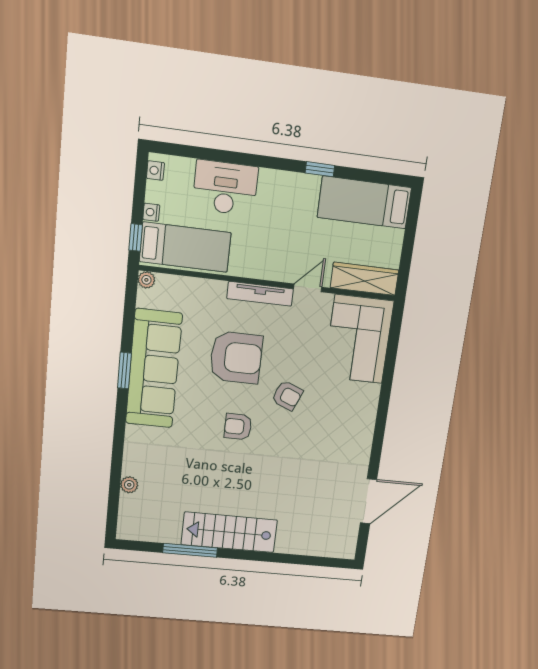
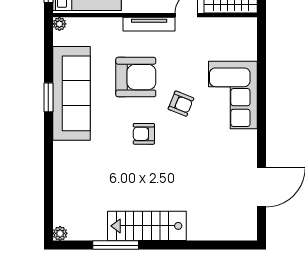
corner sofa: (359, 339) -> (233, 95), moved
plant: (129, 485) -> (60, 233), moved

